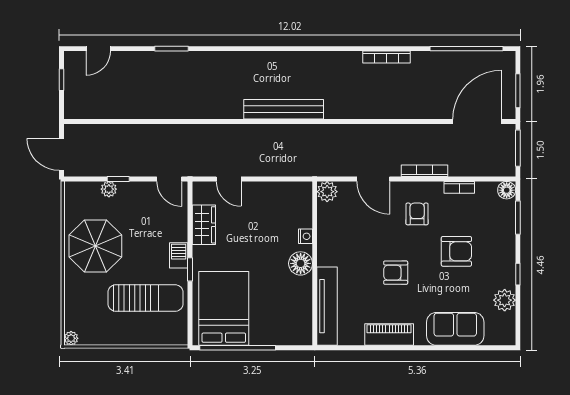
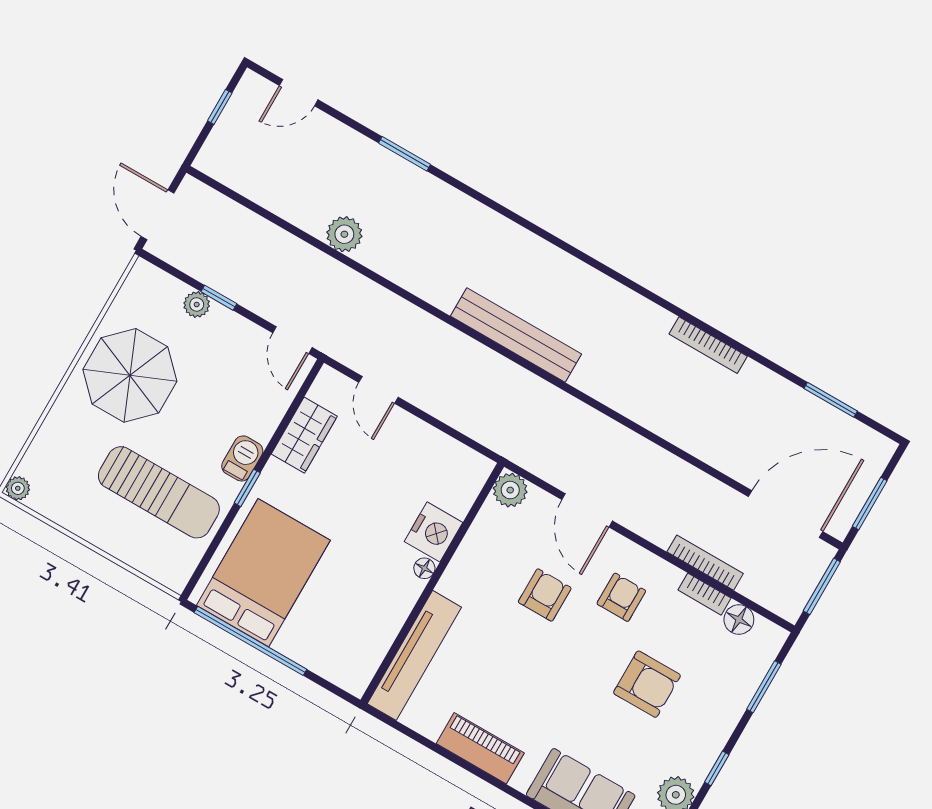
window: (466, 49) -> (831, 400), width x0.47
plant: (164, 108) -> (344, 234), added
bookcase: (424, 171) -> (705, 563), moved
floor lamp: (507, 190) -> (739, 620), moved
nightstand: (305, 236) -> (434, 532), width x1.89, depth x1.79
floor lamp: (301, 263) -> (424, 568), width x0.53, depth x0.53
armchair: (396, 273) -> (545, 595), moved, turned 90

